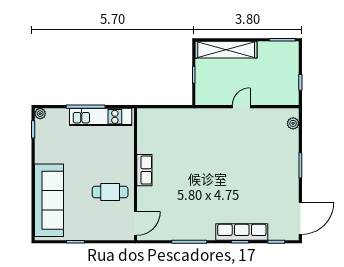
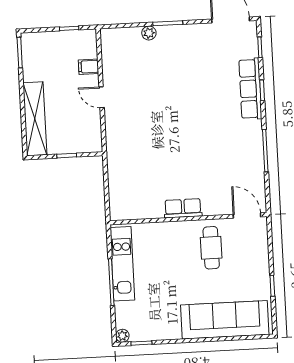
filing cabinet: (267, 97) -> (88, 67), added
plant: (293, 123) -> (149, 33), moved

